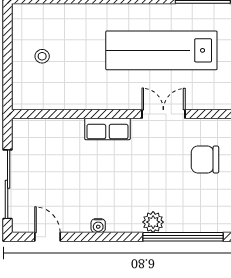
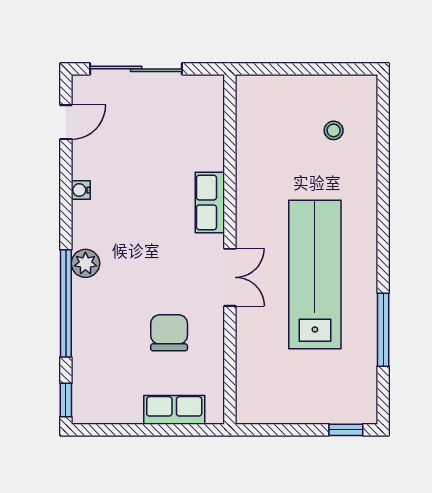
stool: (42, 56) -> (334, 130), moved

